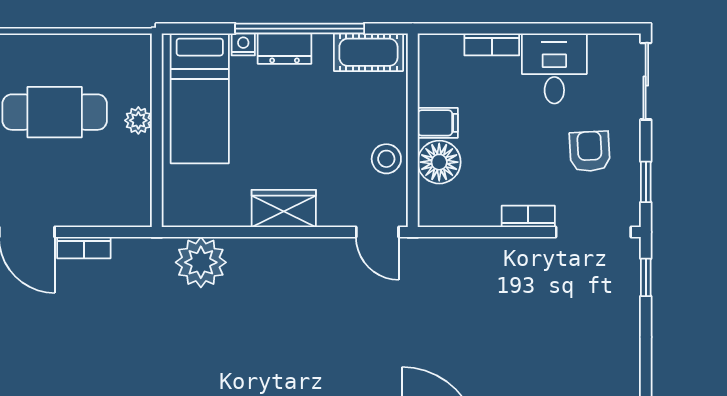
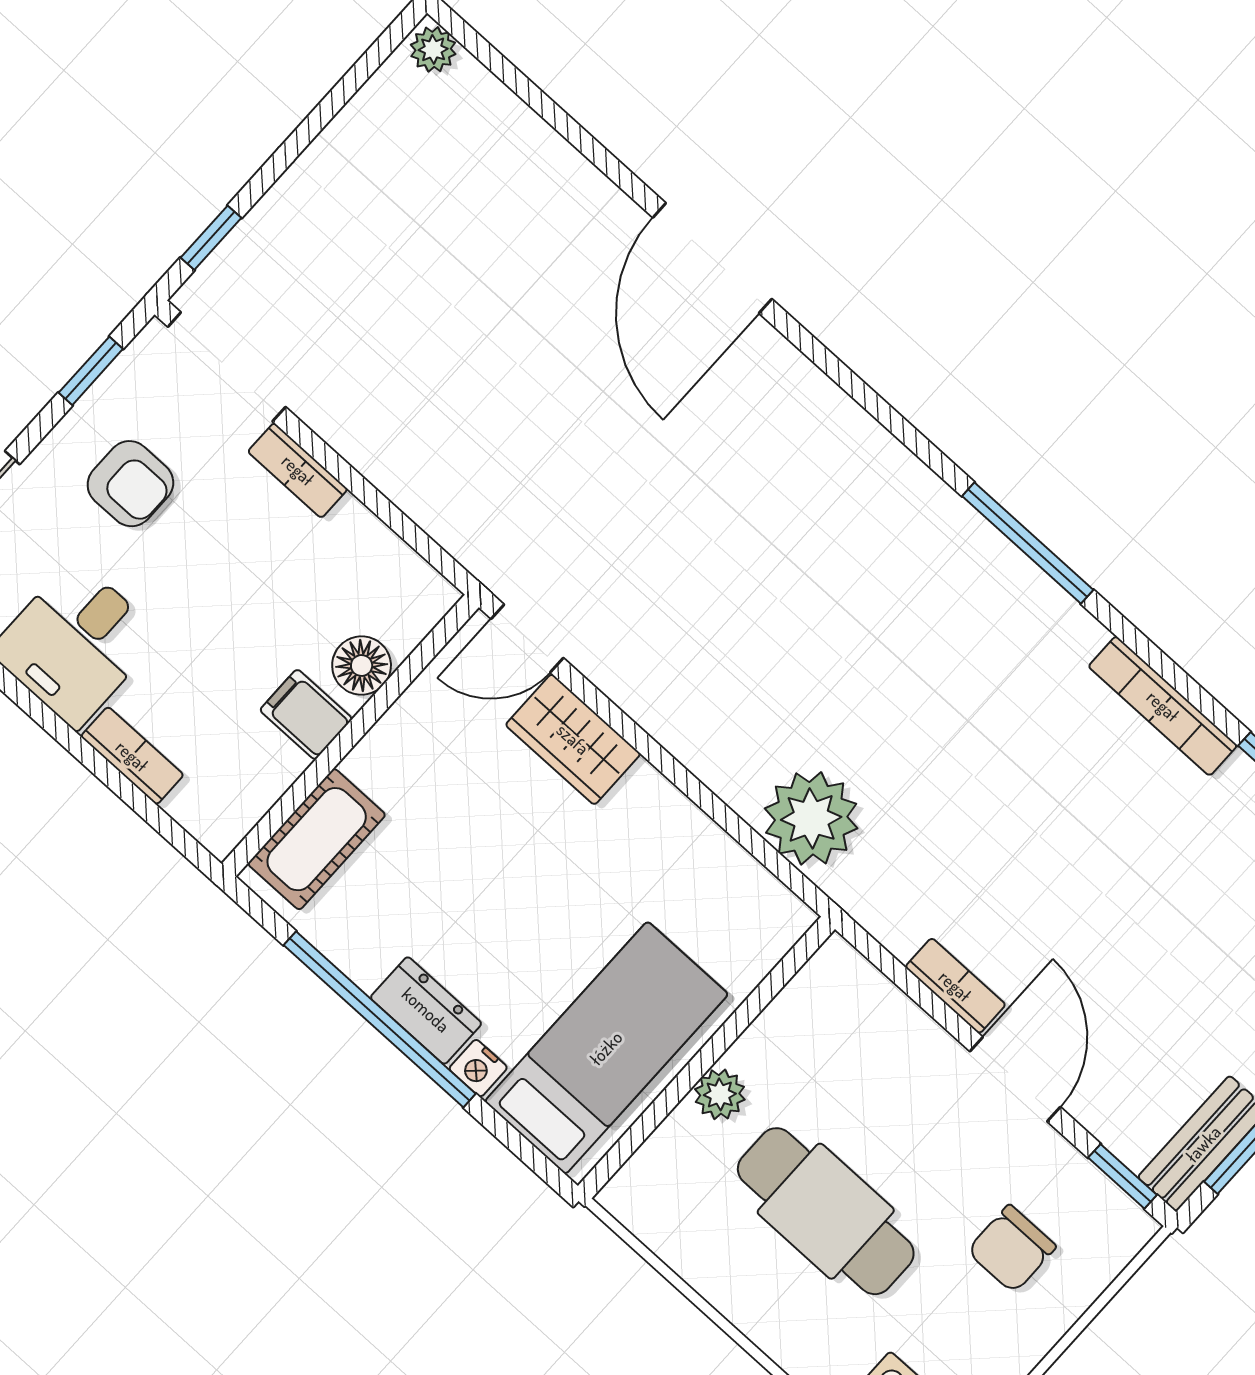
cot: (368, 52) -> (317, 839), moved, turned 90
armchair: (590, 151) -> (130, 484), turned -87
stool: (386, 159) -> (423, 729), removed
floor lamp: (439, 162) -> (362, 666), width x0.73, depth x0.73
wardrobe: (284, 208) -> (573, 739), moved
door: (377, 232) -> (527, 638), swing flipped

